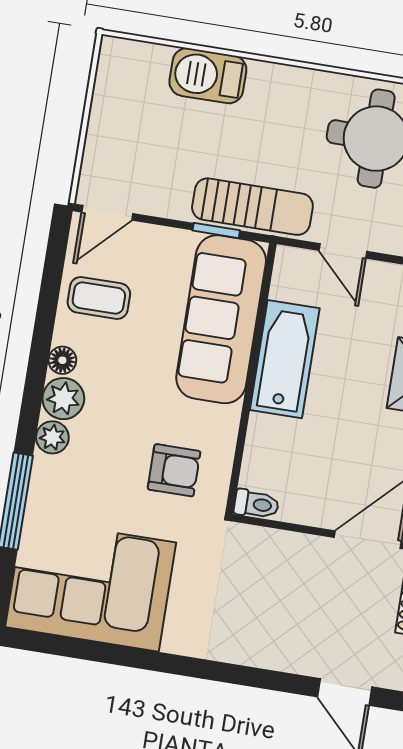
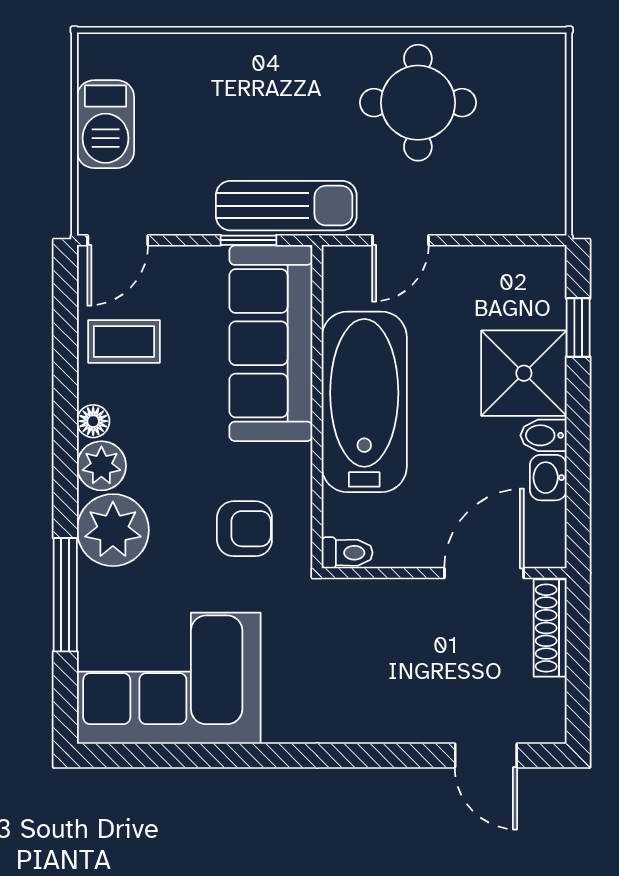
barbecue: (208, 76) -> (106, 124), moved, turned -90
door: (343, 251) -> (400, 240), hinge flipped
bathtub: (285, 359) -> (364, 402), width x1.36, depth x1.36
plant: (52, 437) -> (113, 530), width x1.88, depth x1.88

